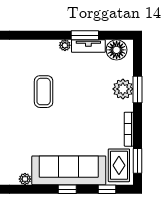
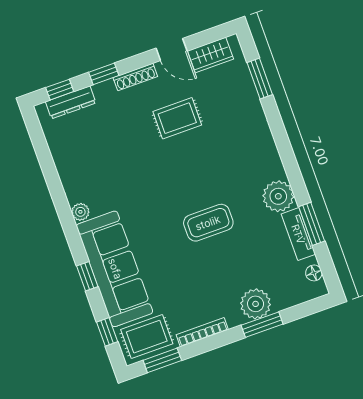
plant: (65, 45) -> (278, 196), width x1.87, depth x1.87
floor lamp: (117, 50) -> (314, 273), width x0.53, depth x0.53
coffee table: (44, 92) -> (208, 223), moved

